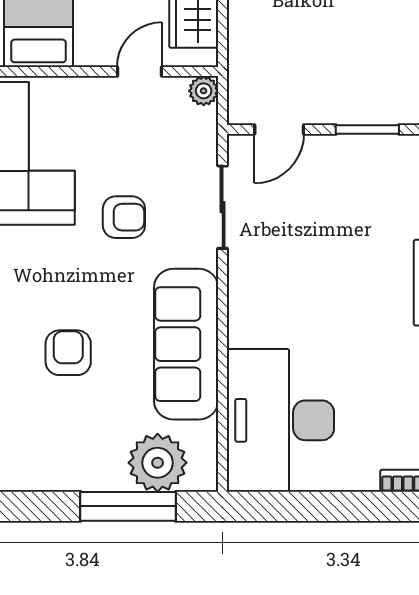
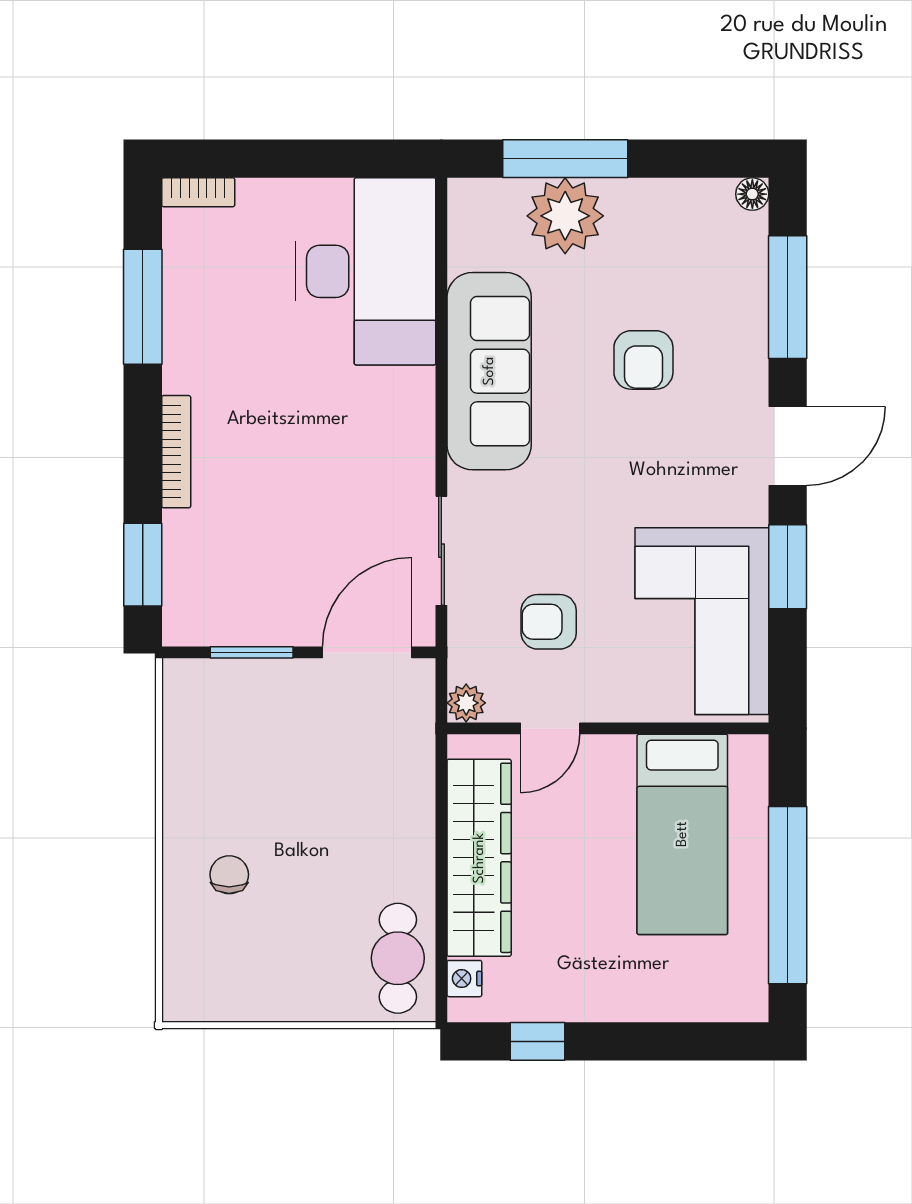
door: (279, 130) -> (367, 652), width x1.38
armchair: (124, 217) -> (549, 622), moved
plant: (158, 463) -> (565, 216), moved

